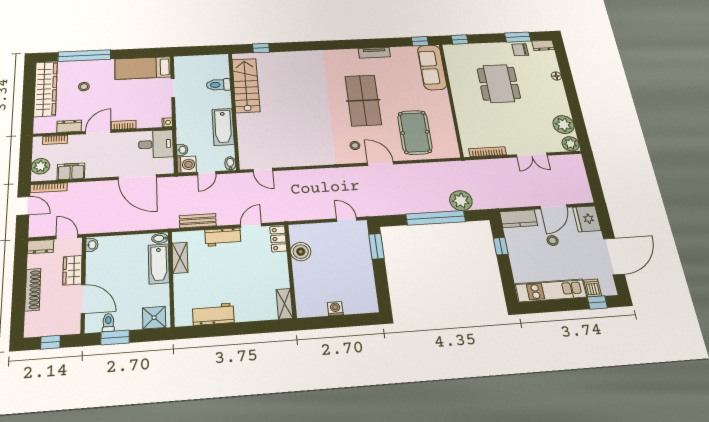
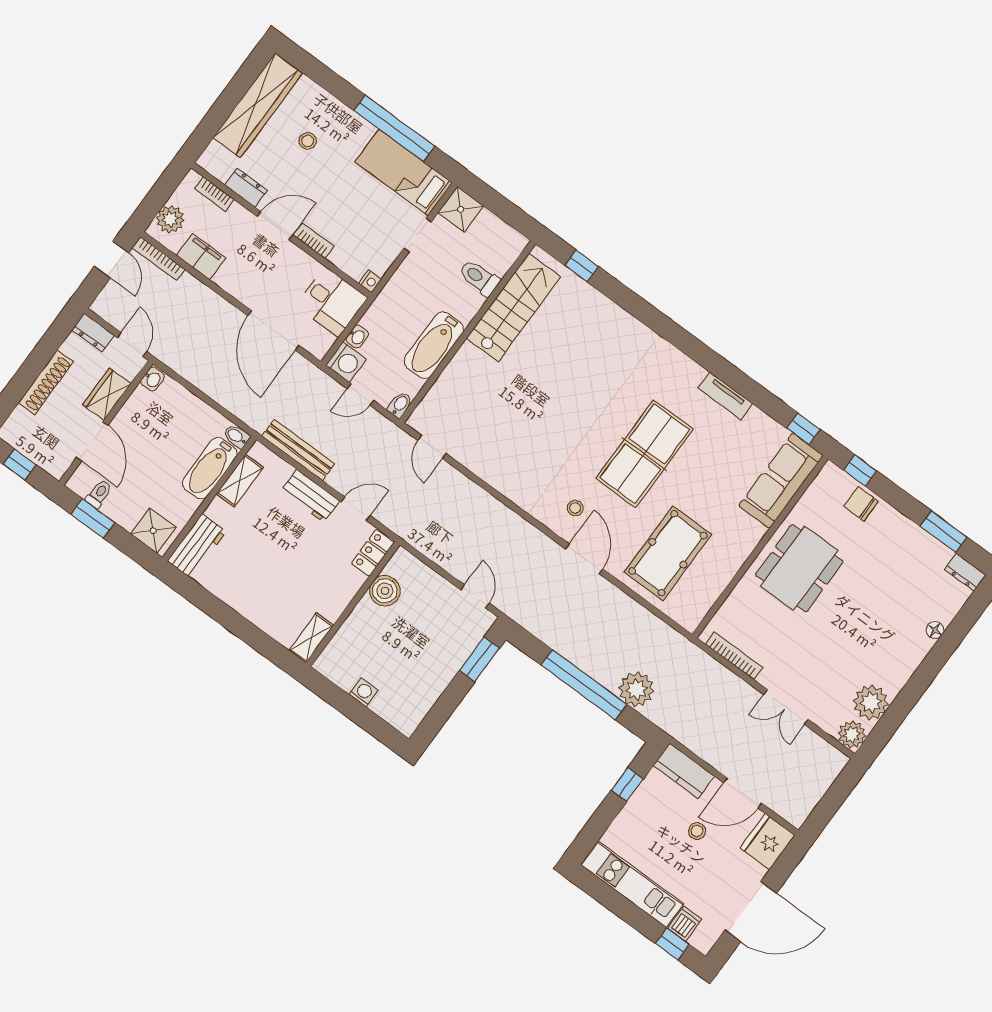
chair: (520, 50) -> (861, 504), moved
window: (84, 56) -> (394, 128), moved
shower: (184, 64) -> (461, 209), added
dining table: (499, 84) -> (799, 568), moved
bench: (198, 221) -> (298, 450), width x1.36
workbench: (213, 314) -> (197, 546), moved, turned 90

